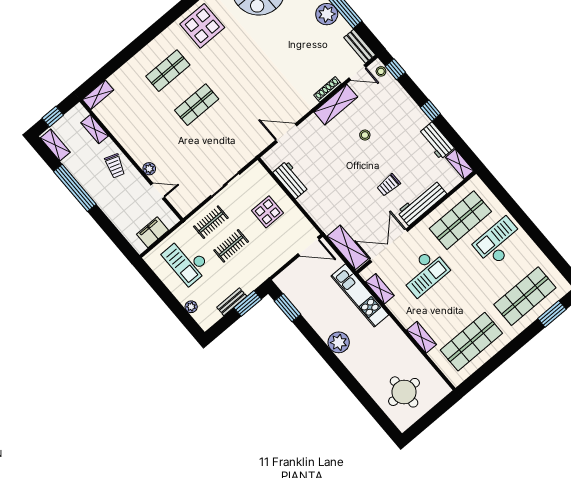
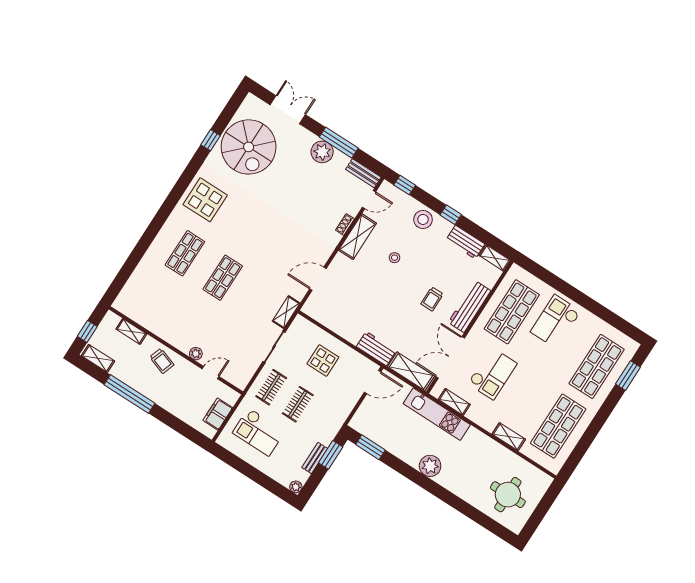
stool: (381, 71) -> (423, 219), moved, width x1.89, depth x1.89
shoe rack: (327, 89) -> (345, 224), width x0.70
shelving: (98, 95) -> (286, 312), moved
workbench: (291, 180) -> (376, 349), moved
plant: (191, 307) -> (296, 487), moved

